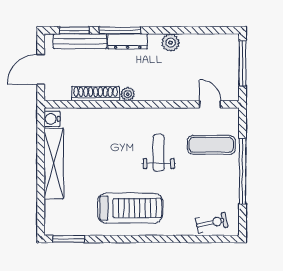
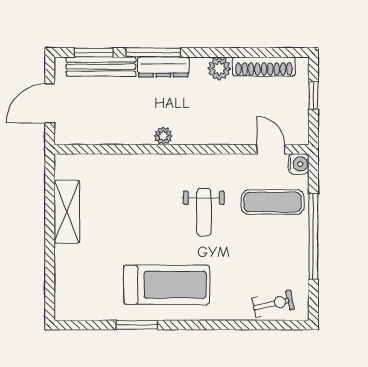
window: (243, 63) -> (313, 96), width x0.46
shoe rack: (96, 94) -> (264, 67), moved, turned 180
water cooler: (52, 119) -> (299, 164), moved, turned 180
weight bench: (159, 153) -> (204, 212), turned 180
shelving: (54, 164) -> (67, 212), width x0.68
window: (68, 239) -> (137, 325), moved

